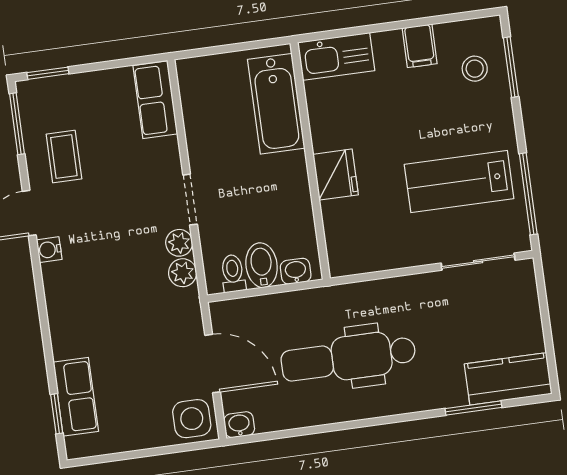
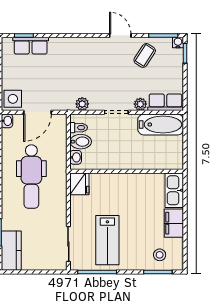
filing cabinet: (420, 46) -> (174, 223), width x2.00
bathtub: (276, 104) -> (161, 125), moved, turned 180
coffee table: (64, 157) -> (145, 55), turned -57
fridge: (336, 175) -> (79, 184), moved, turned -90
lab bench: (459, 181) -> (107, 240), turned 180
plant: (179, 243) -> (140, 104), moved
water cooler: (49, 250) -> (178, 43), moved
dental chair: (348, 358) -> (31, 177), turned 180

